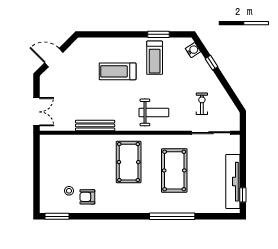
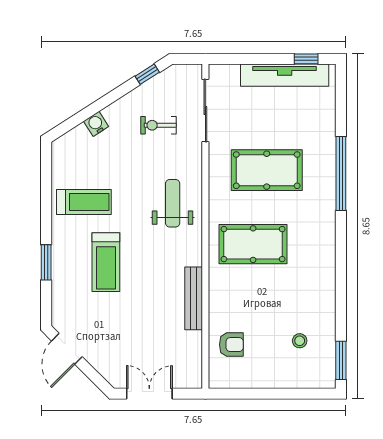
window: (159, 34) -> (46, 262), moved
water cooler: (193, 50) -> (96, 124), moved
door: (54, 58) -> (67, 349), moved
window: (211, 63) -> (147, 74), moved
double door: (36, 112) -> (149, 394), moved
armchair: (87, 197) -> (231, 345), moved, turned -90

